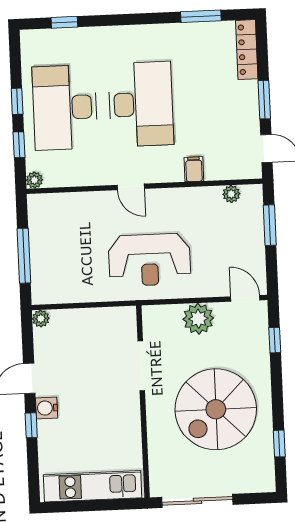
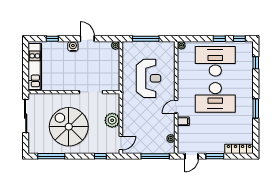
window: (201, 16) -> (256, 108), moved
window: (19, 145) -> (239, 39), moved
door: (131, 187) -> (176, 107), moved
window: (270, 225) -> (155, 156), width x1.44
reception desk: (150, 260) -> (148, 78), moved, turned 180
window: (31, 425) -> (52, 39), moved
window: (279, 444) -> (51, 156), width x2.17

